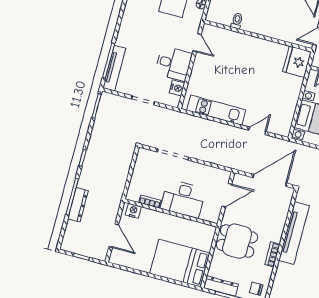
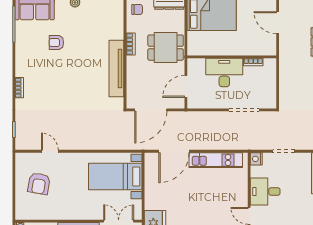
nightstand: (177, 88) -> (256, 159), moved
door: (257, 131) -> (174, 151), width x1.87
nightstand: (133, 211) -> (266, 50), removed

